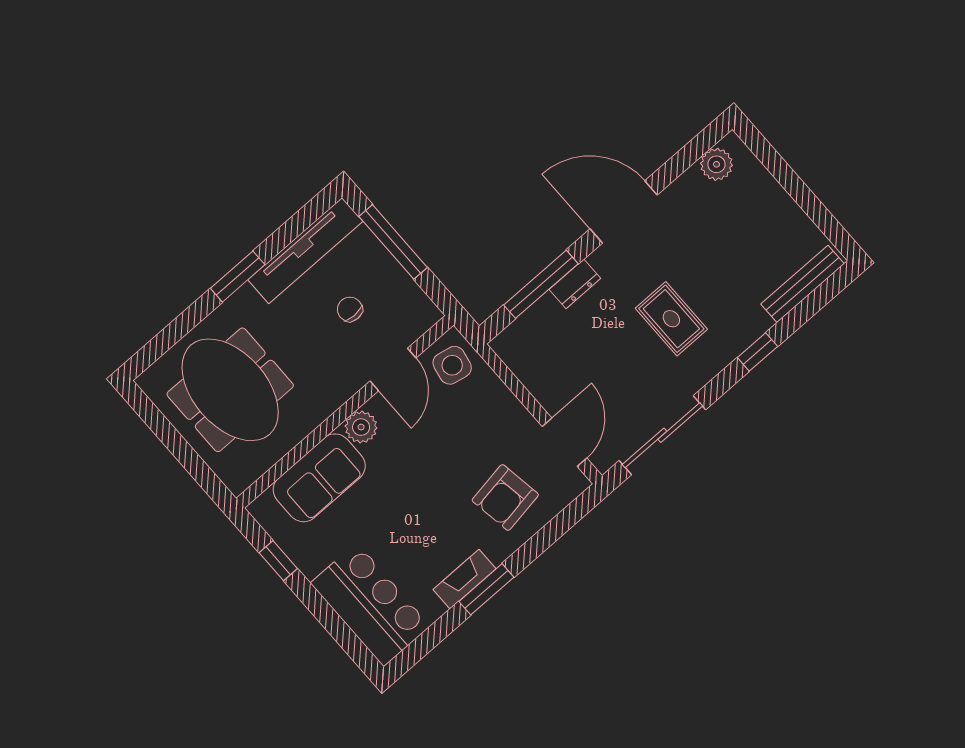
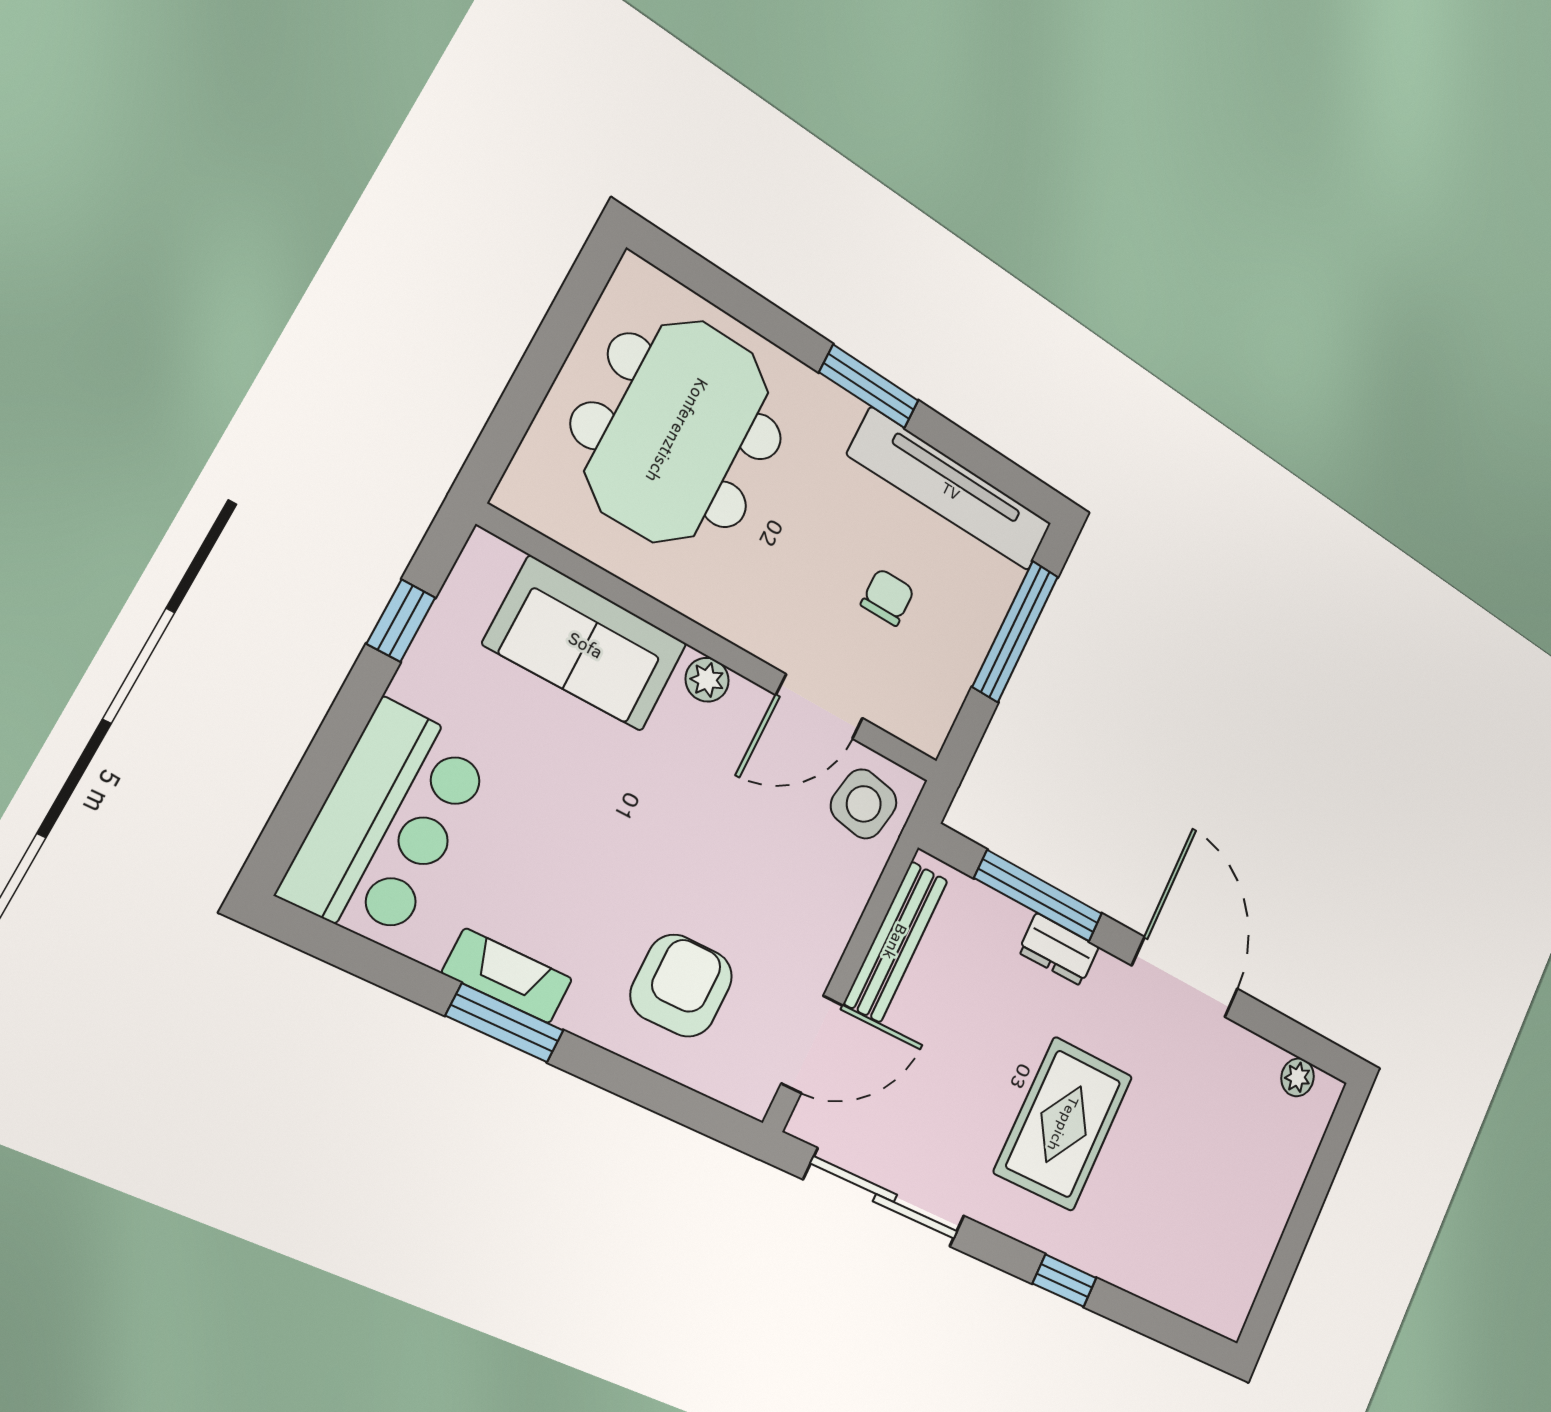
plant: (717, 164) -> (1298, 1077), width x0.73, depth x0.73
bench: (802, 284) -> (896, 942), moved, turned 90
rug: (671, 319) -> (1064, 1124), width x1.36, depth x1.43
plant: (361, 427) -> (707, 680), width x0.73, depth x0.73
armchair: (505, 497) -> (681, 986), turned 99

